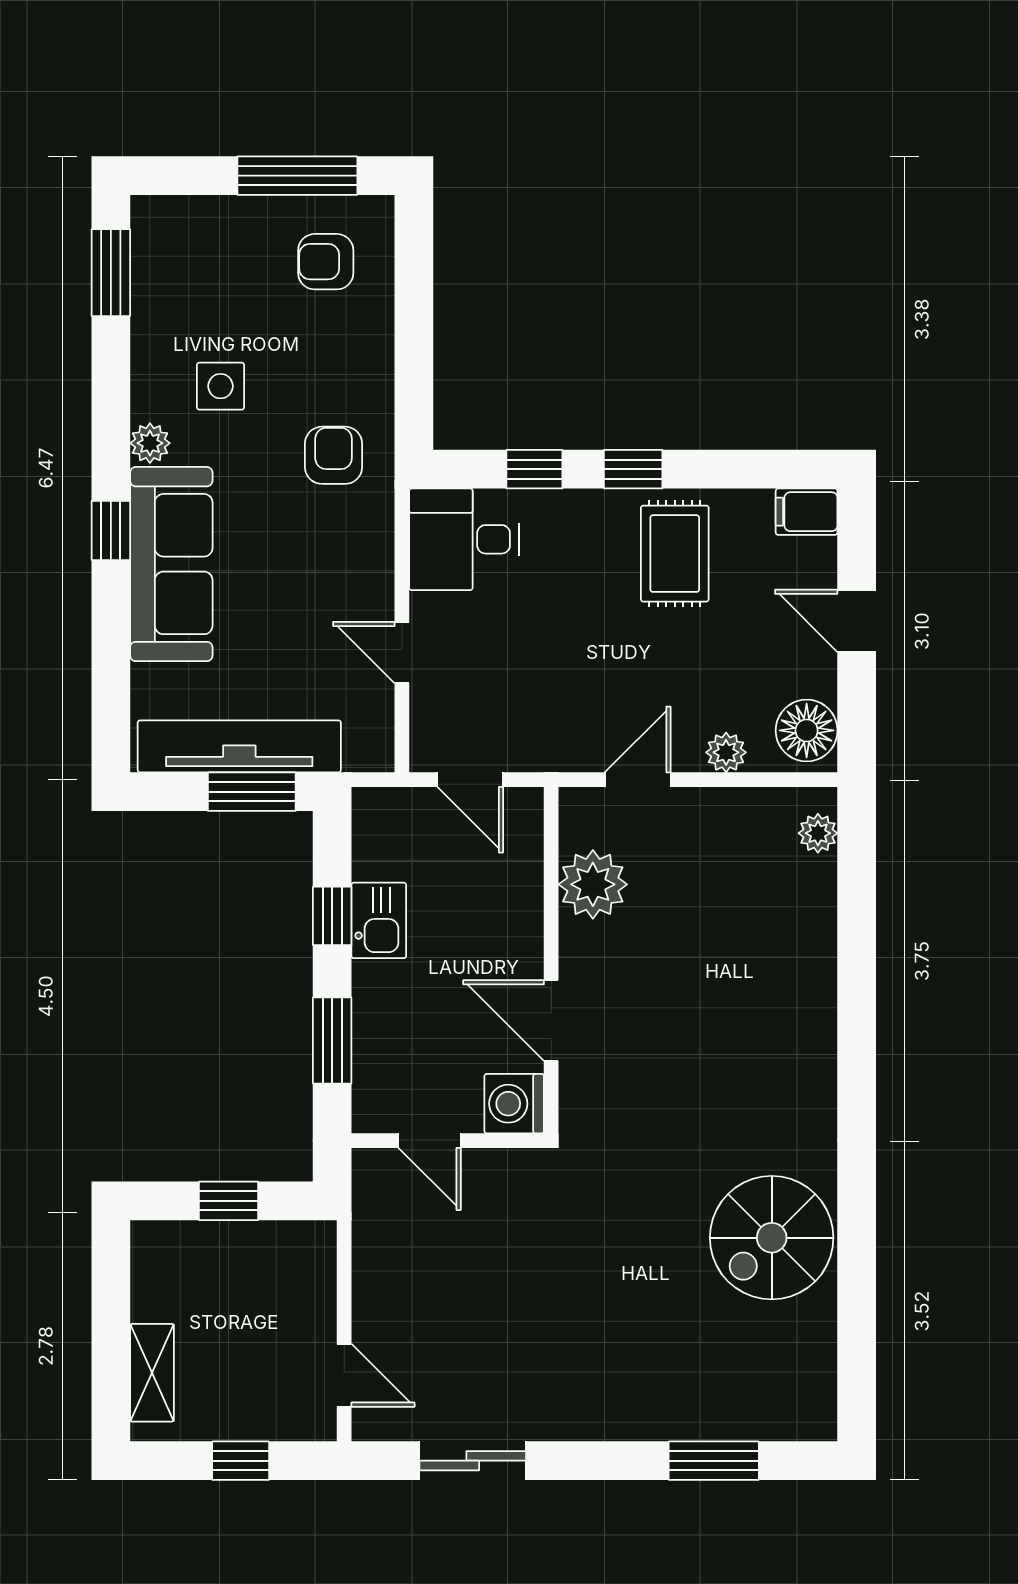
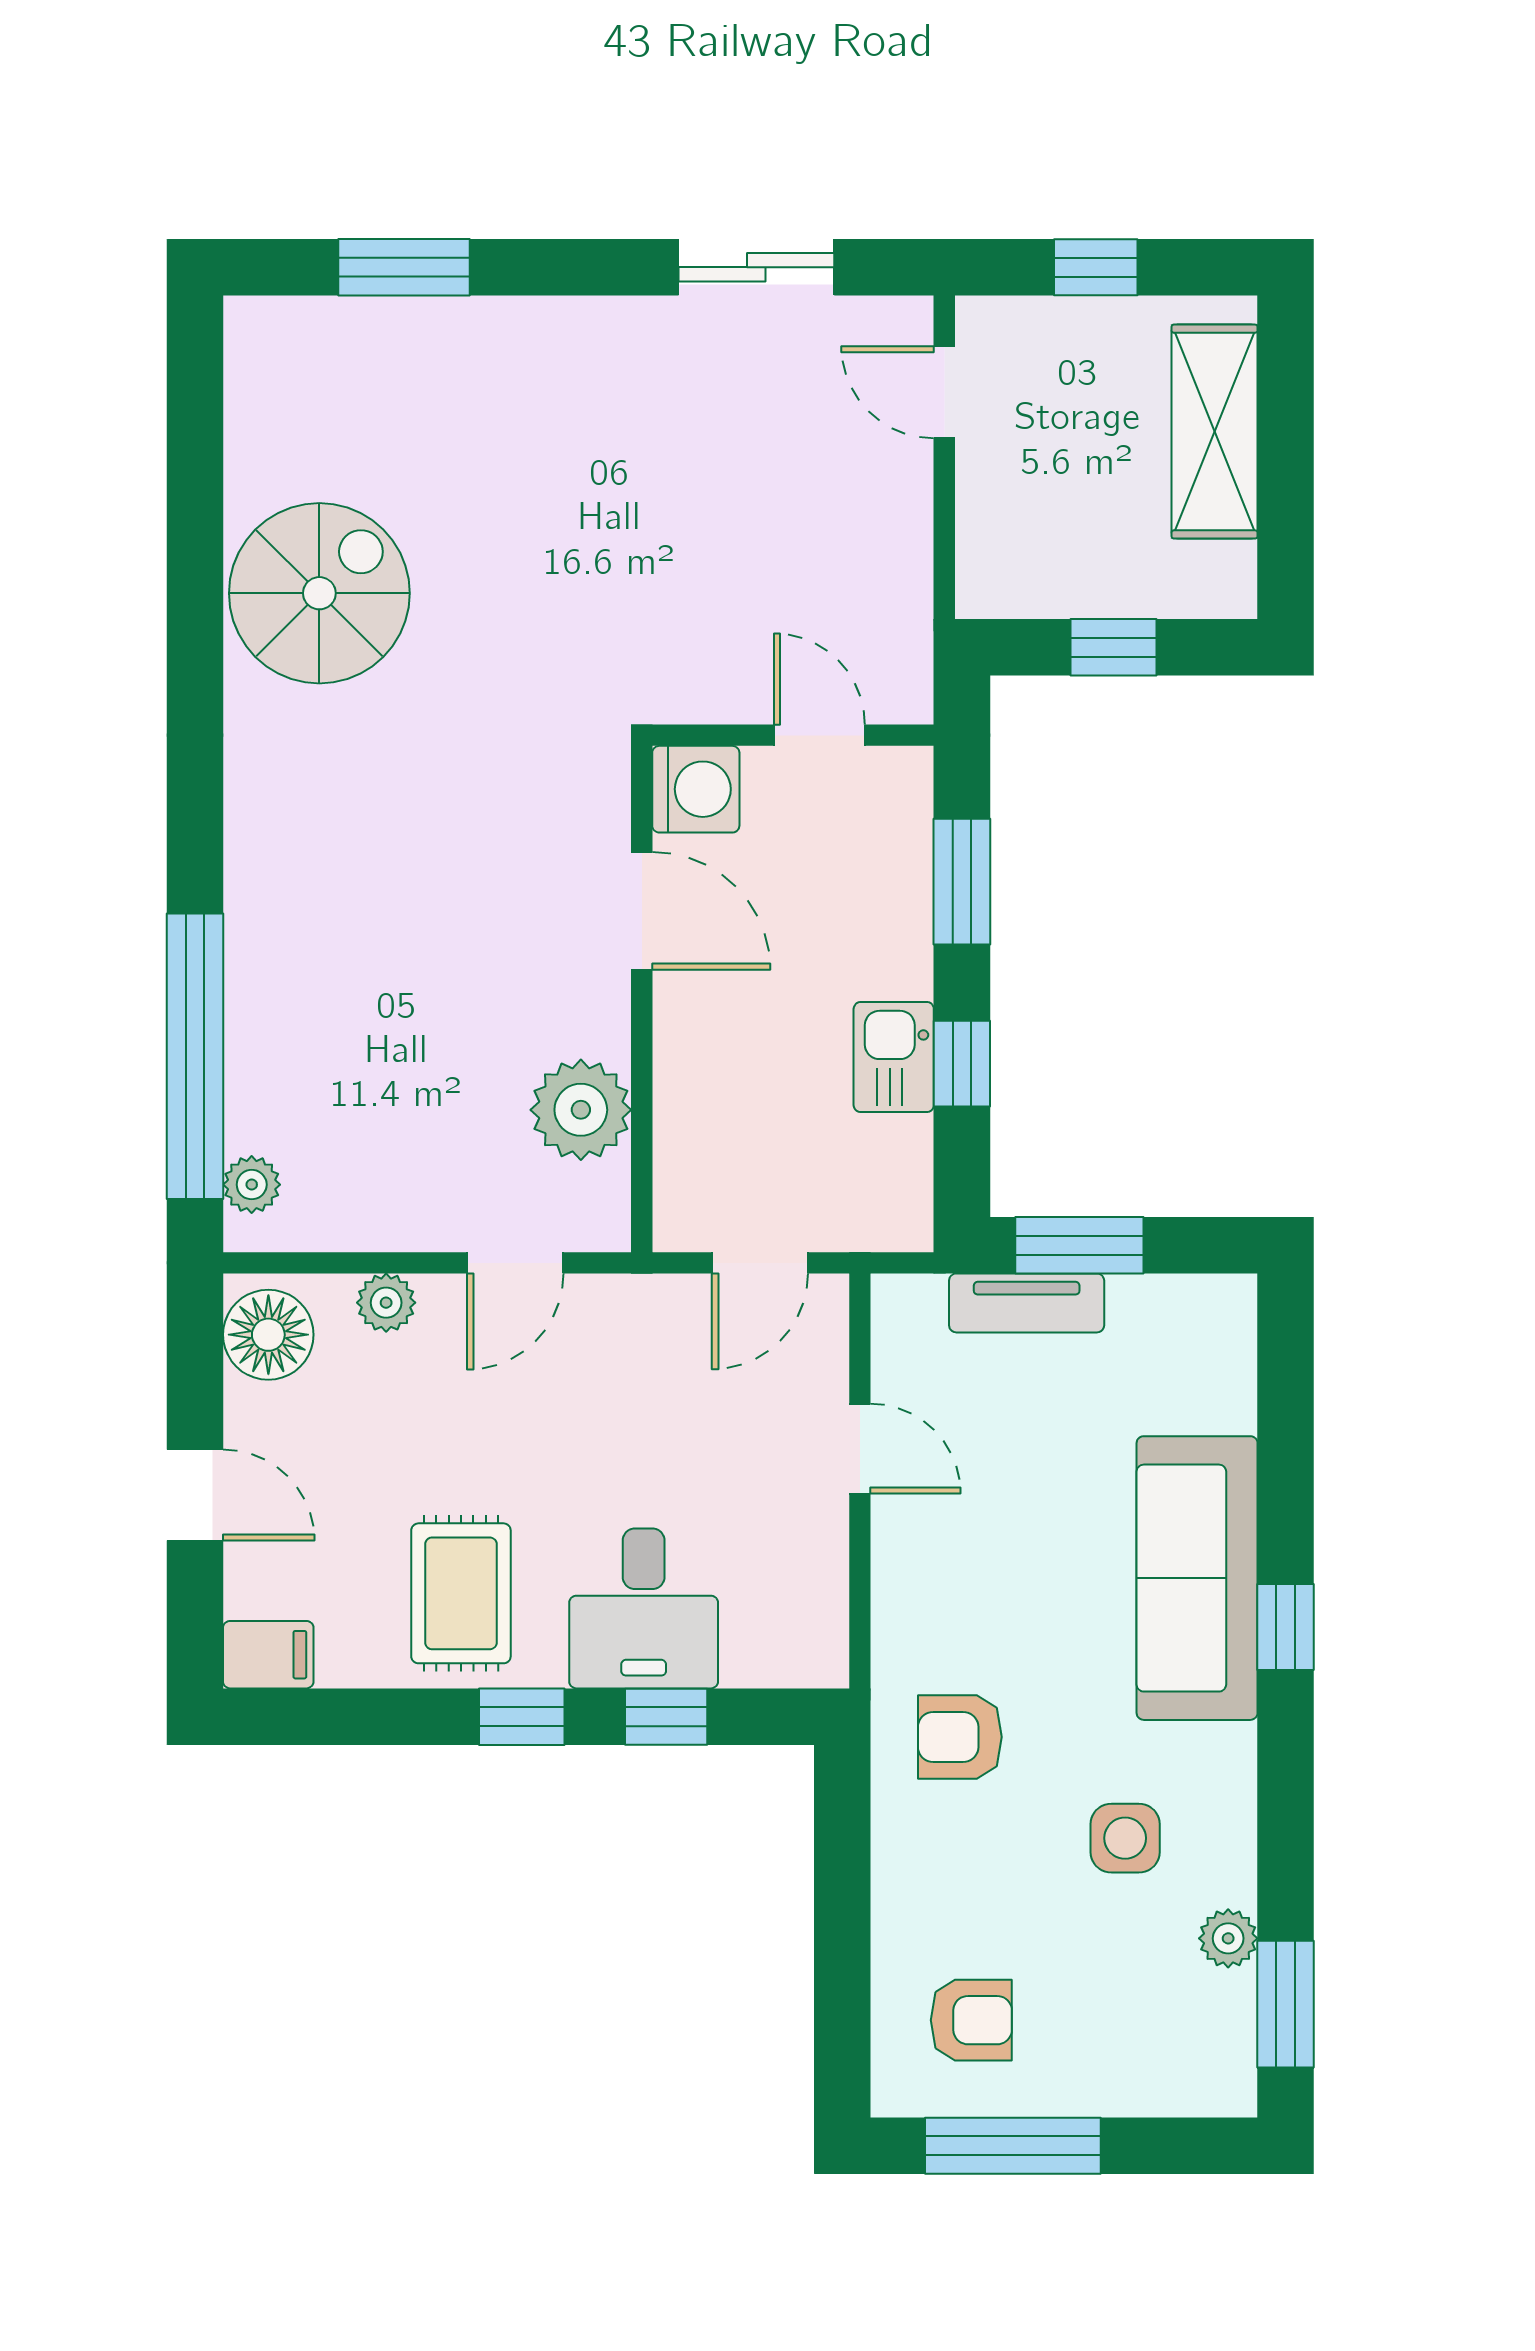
plant: (150, 443) -> (1228, 1938), moved
armchair: (334, 455) -> (960, 1737), turned 90
desk: (464, 539) -> (644, 1608), moved, turned 90
tv unit: (239, 746) -> (1027, 1303), width x0.52, depth x0.78
door: (470, 780) -> (760, 1263), swing flipped
window: (857, 921) -> (195, 1056), added
shelving: (152, 1373) -> (1215, 432), width x1.50, depth x1.33

